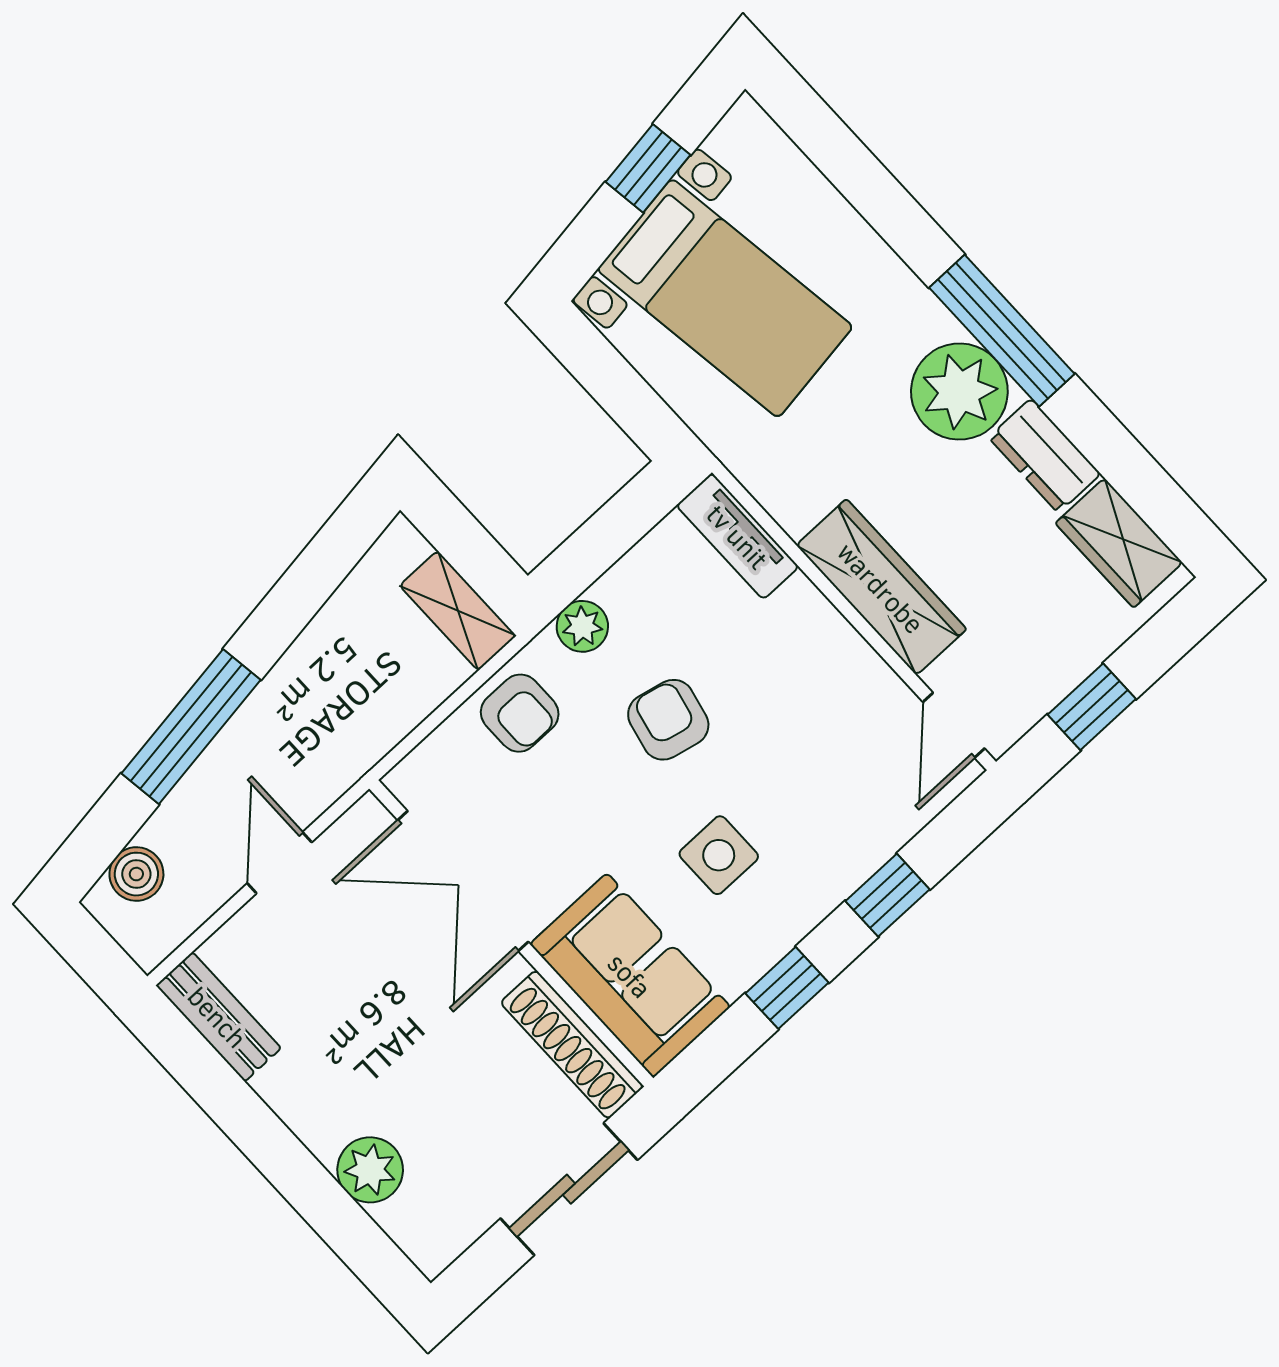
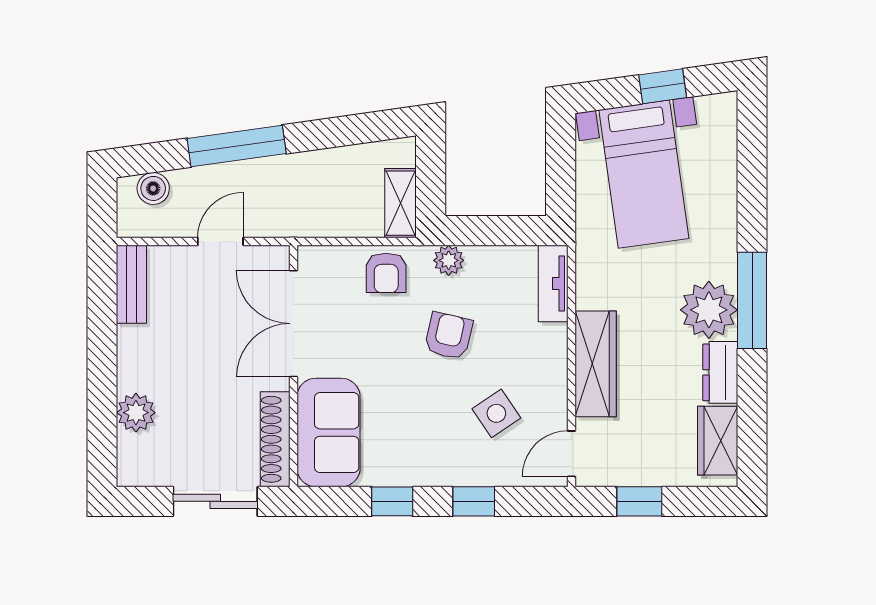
side table: (719, 855) -> (496, 413), moved, turned -34

